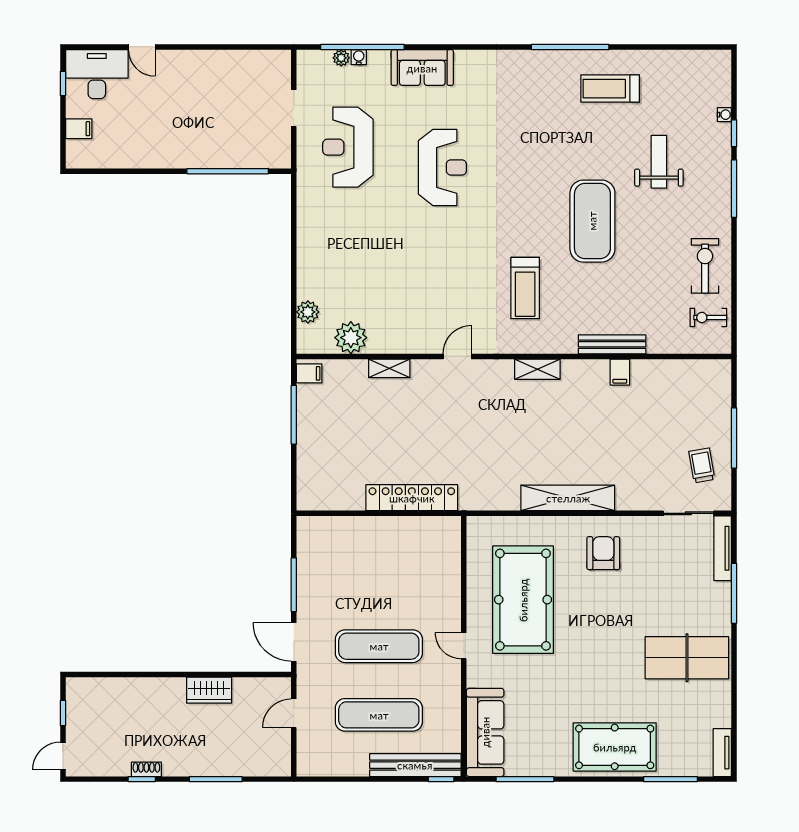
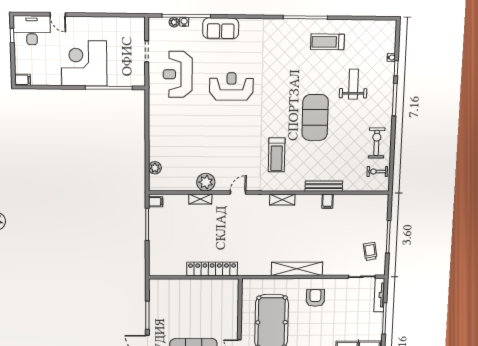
filing cabinet: (79, 129) -> (23, 80), moved
corner desk: (185, 130) -> (84, 63), added
reception desk: (442, 167) -> (231, 86), turned -90
plant: (351, 338) -> (206, 182), moved

